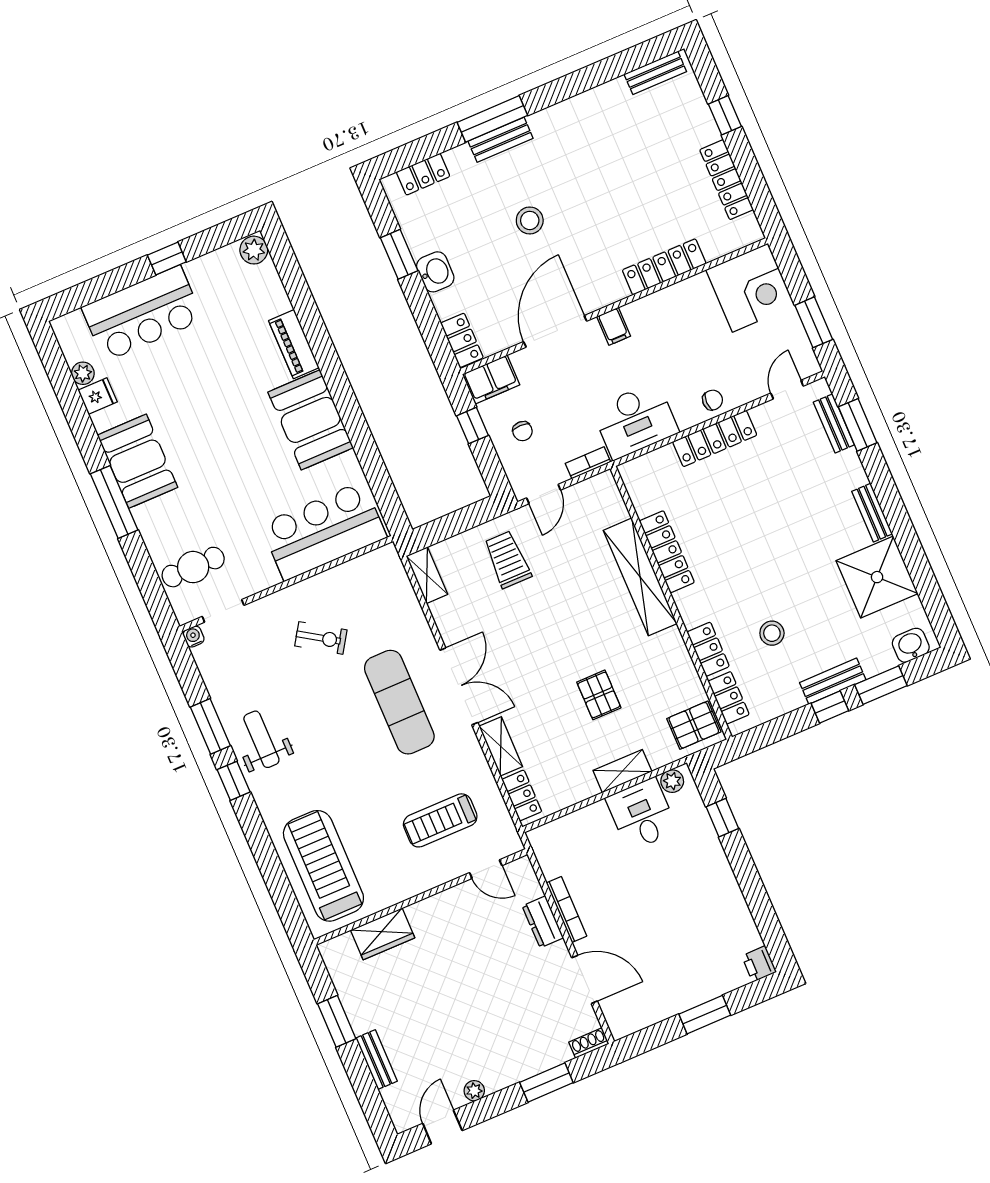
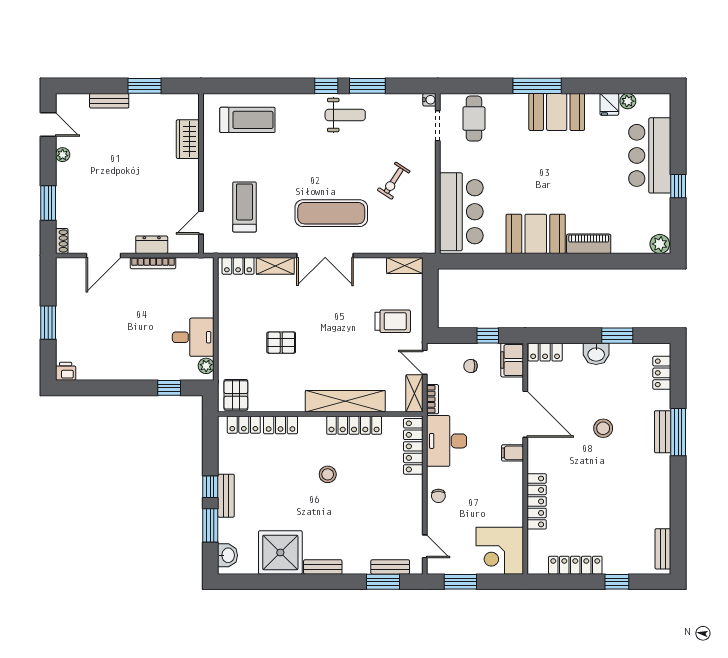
locker: (715, 439) -> (413, 446), moved
stool: (772, 633) -> (328, 474), moved
shelving: (622, 771) -> (414, 393), moved
treadmill: (323, 866) -> (247, 120), width x0.73, depth x0.73

